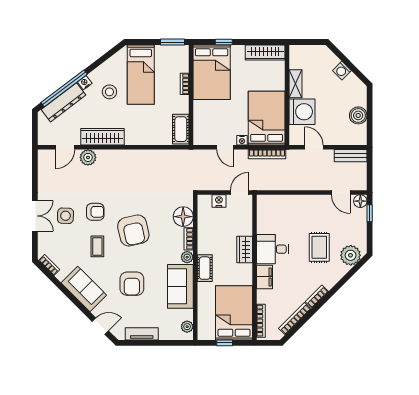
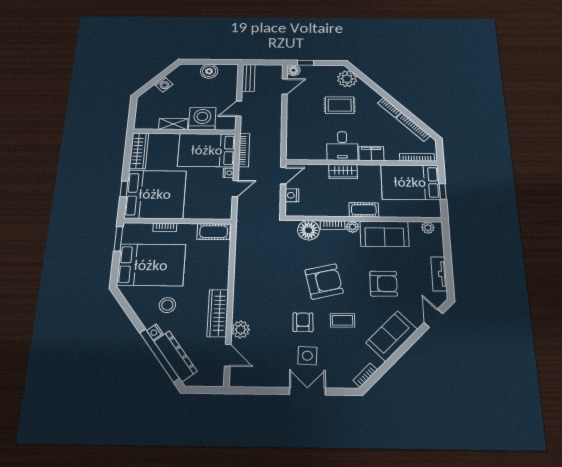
bed: (212, 72) -> (155, 194), width x1.36
bed: (141, 75) -> (151, 265), width x1.50
door: (240, 192) -> (283, 176), swing flipped

